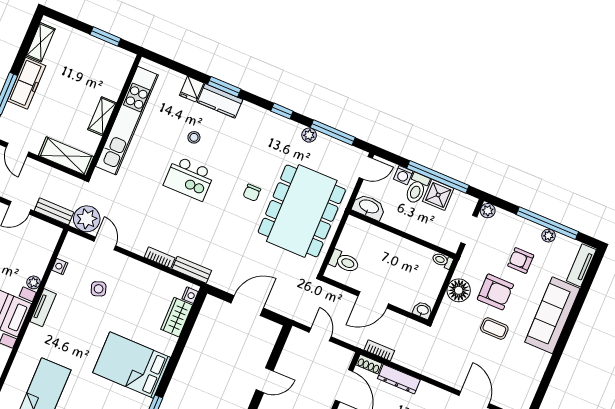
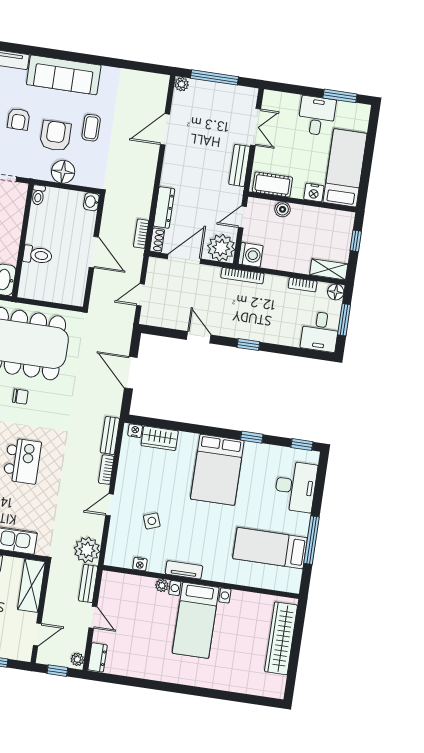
door: (105, 244) -> (110, 505), moved
toilet: (344, 262) -> (37, 255), moved, turned 90

